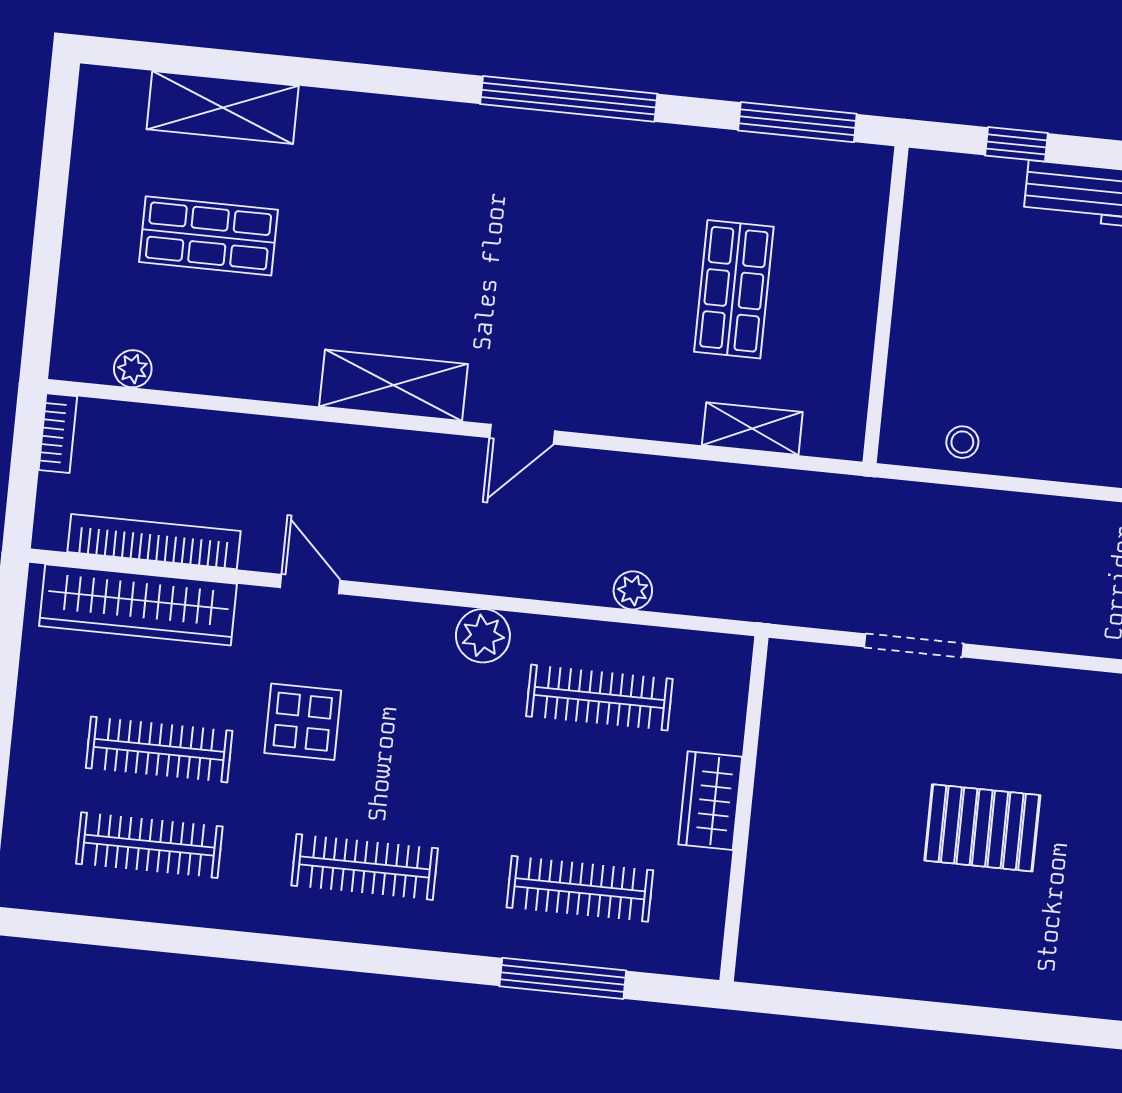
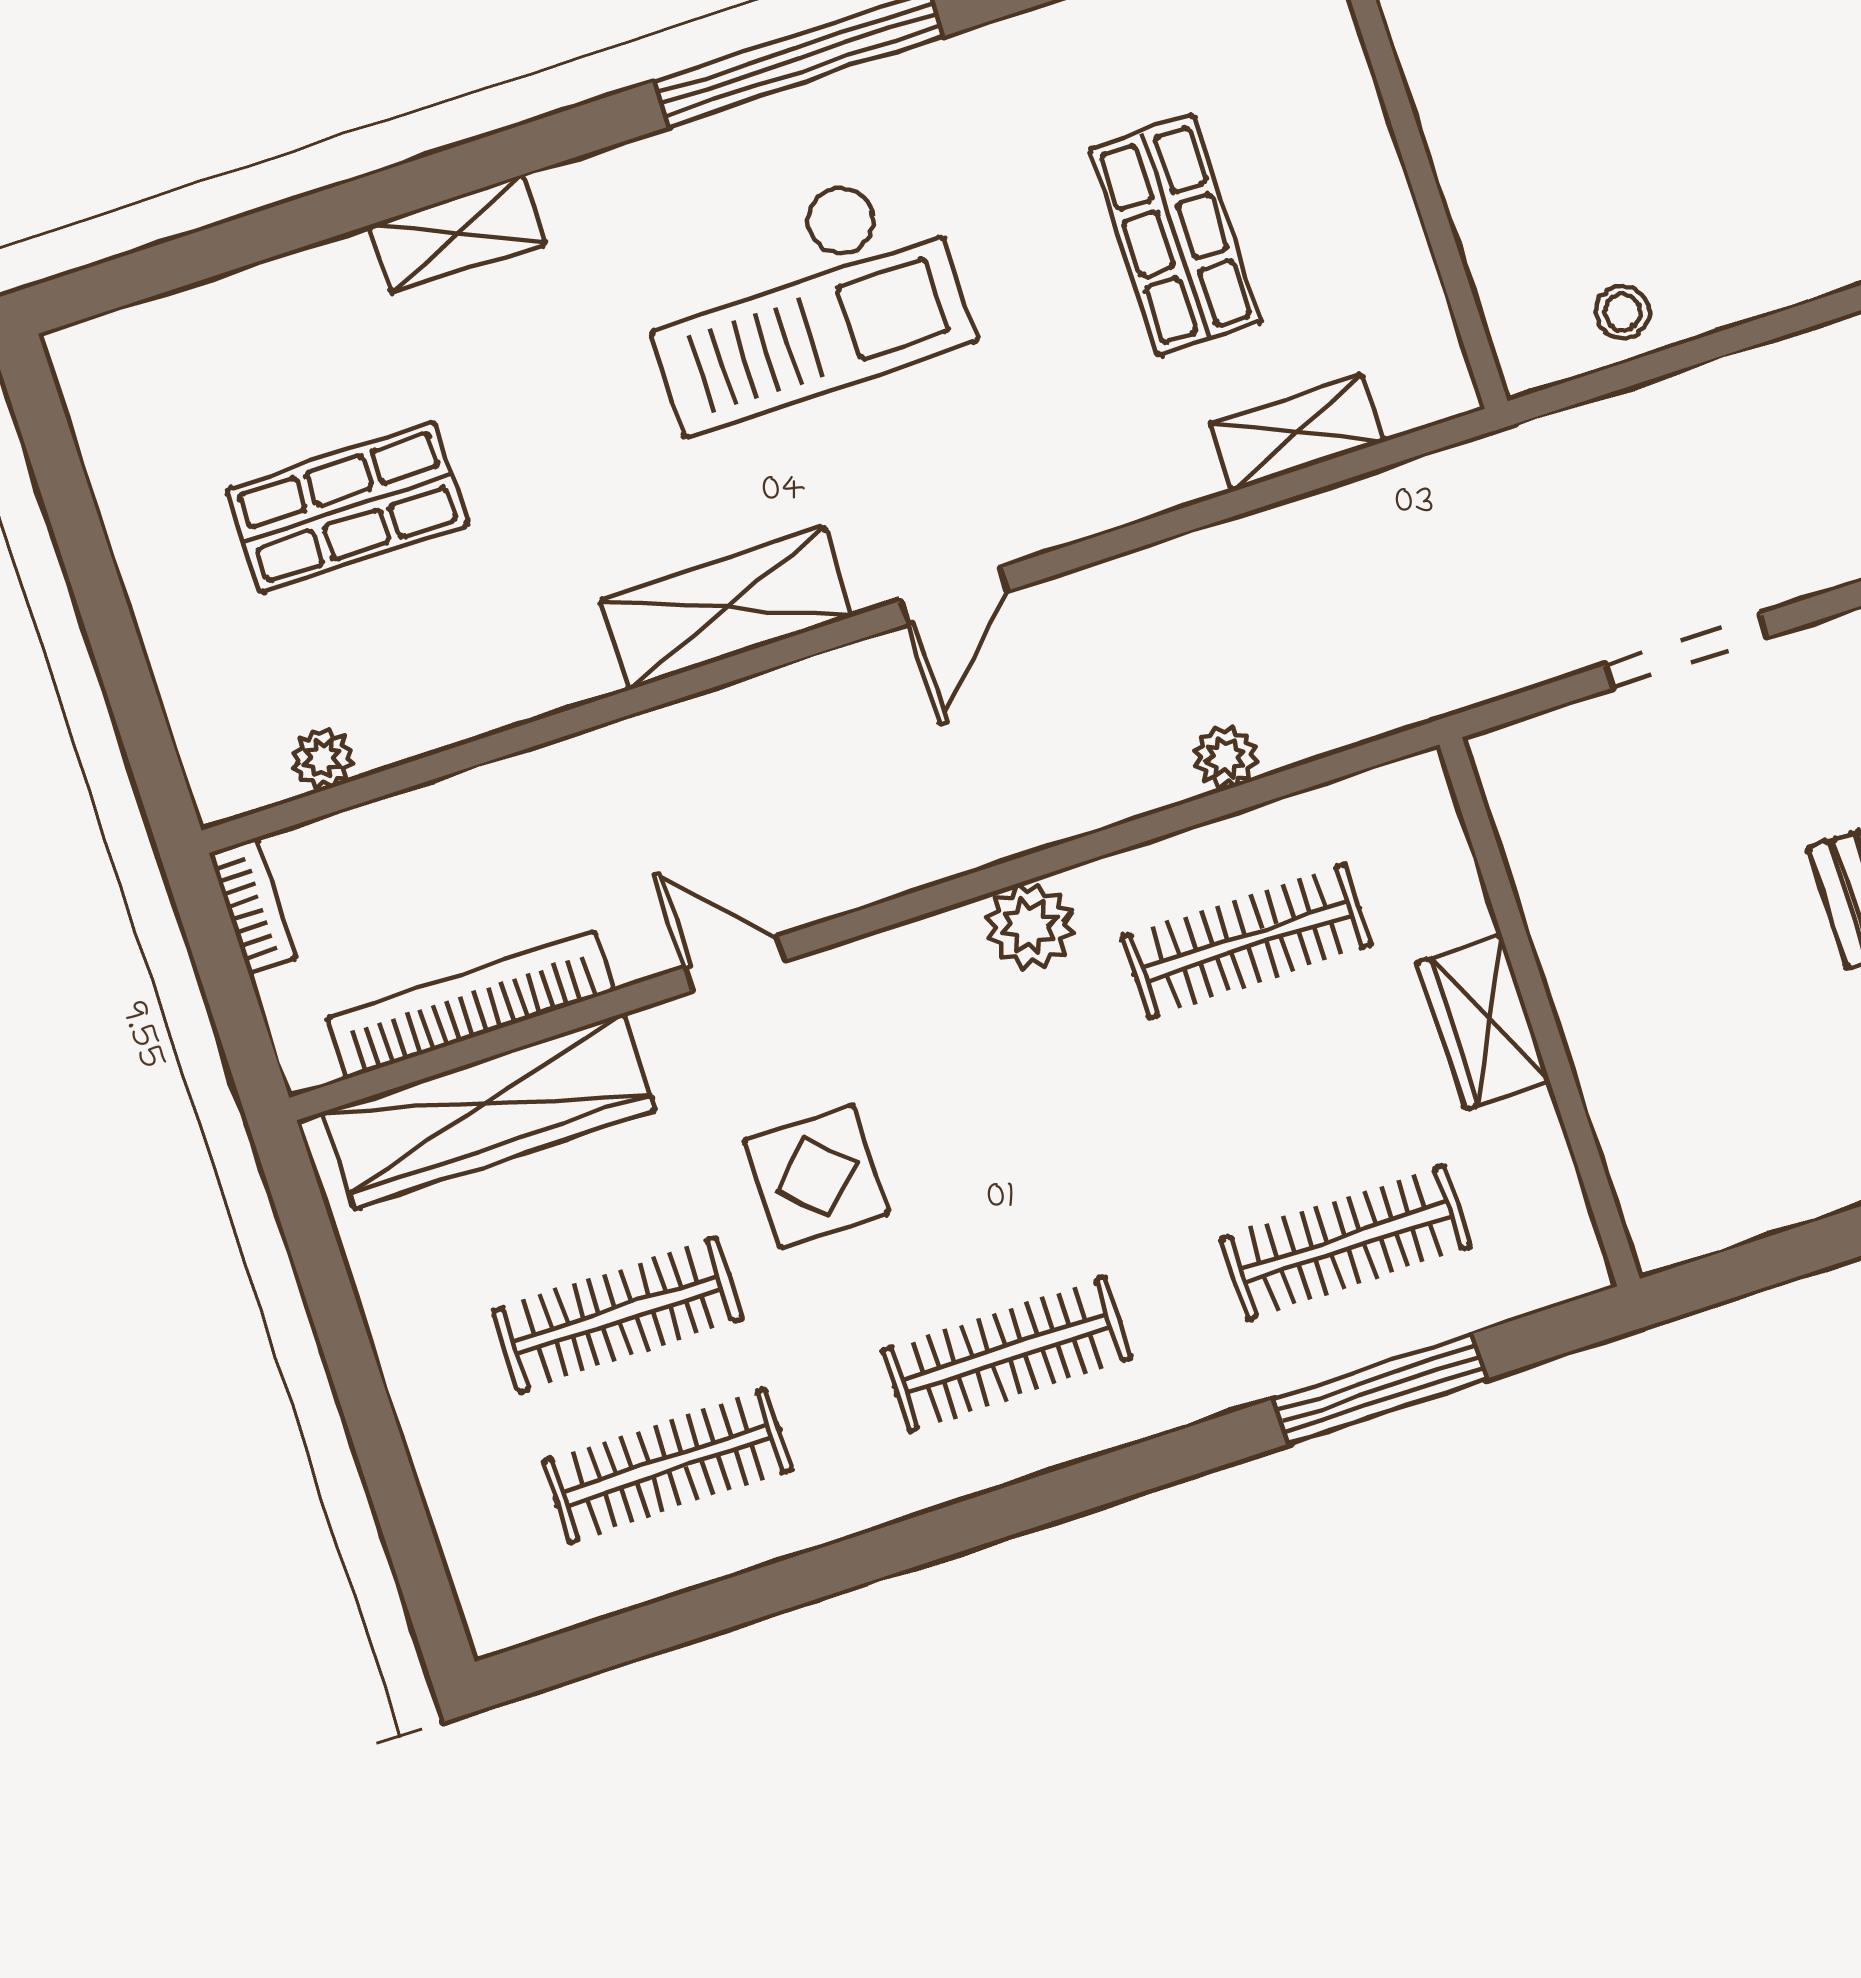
shelving: (223, 107) -> (457, 234), moved, width x0.67, depth x0.75
checkout: (511, 232) -> (801, 298), added

